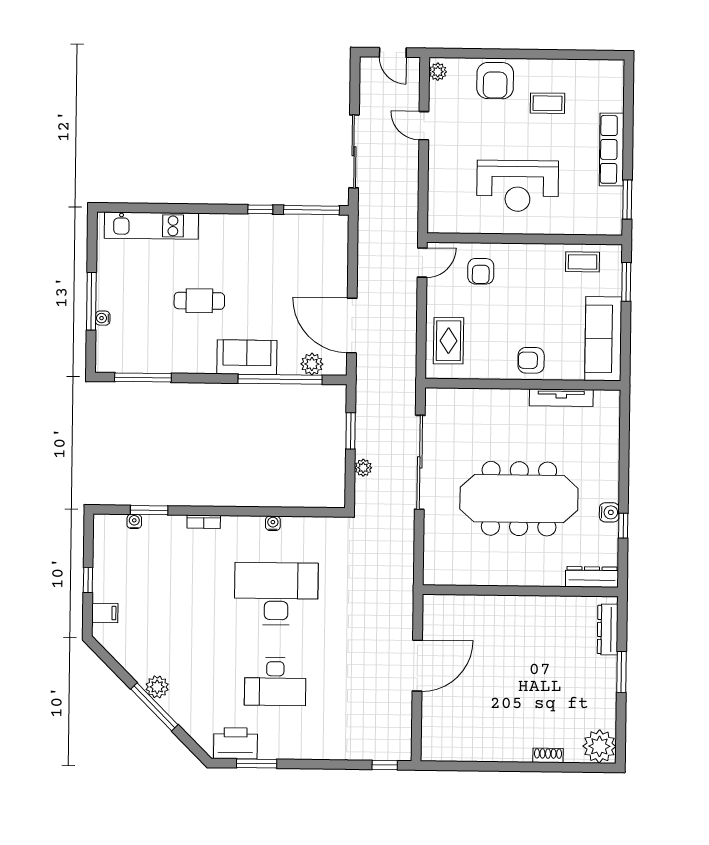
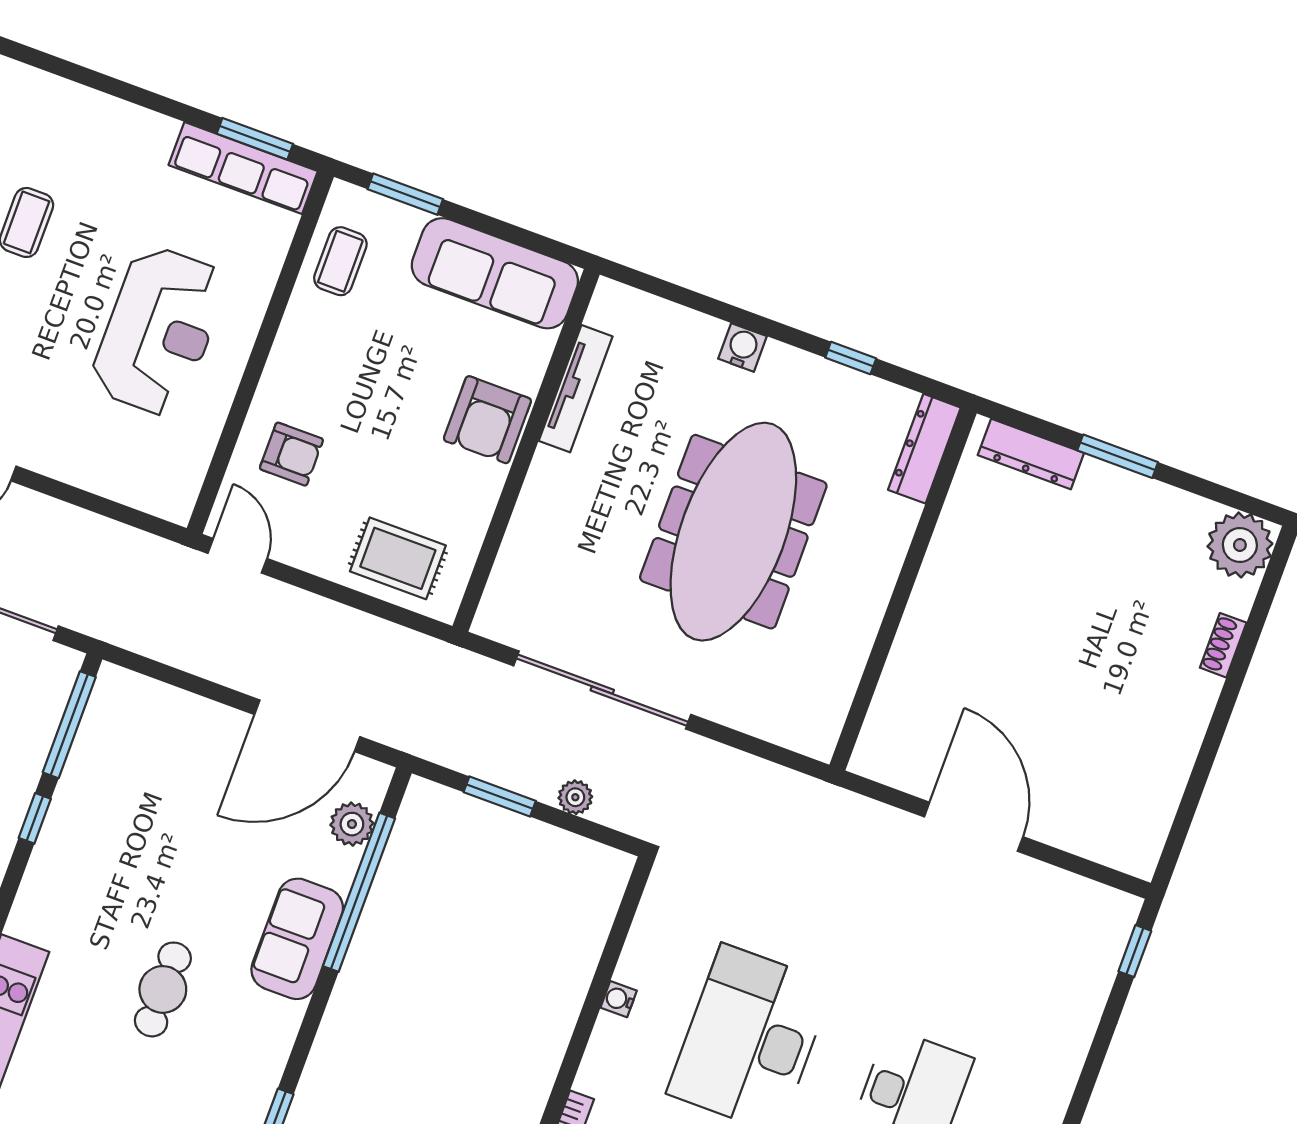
row of seats: (612, 150) -> (243, 168), moved
armchair: (531, 360) -> (487, 420), width x1.38, depth x1.38
water cooler: (609, 512) -> (742, 347), moved

